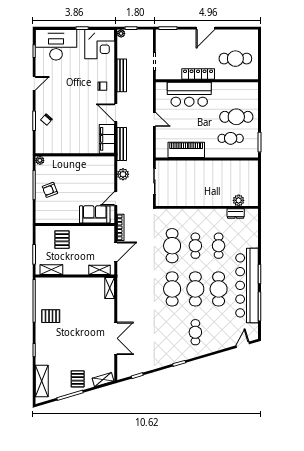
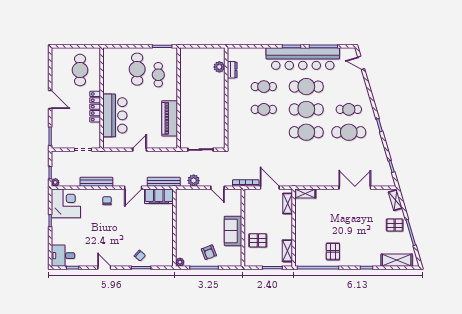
desk: (56, 45) -> (63, 256), width x0.53, depth x0.77
sofa: (95, 214) -> (233, 231), moved
cafe table: (172, 246) -> (349, 132), moved

